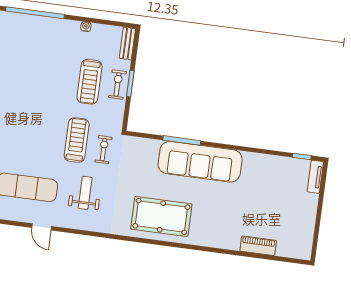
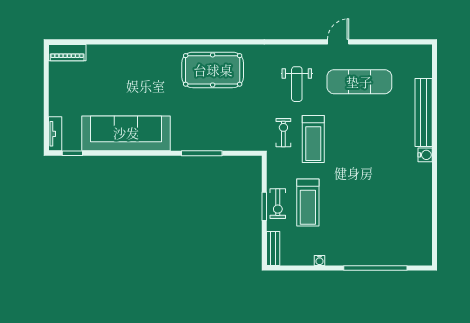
treadmill: (89, 82) -> (308, 203), turned 180
exercise bike: (103, 150) -> (283, 133), turned 180
sofa: (200, 162) -> (126, 133), moved
door: (42, 227) -> (338, 42), hinge flipped
piano: (258, 246) -> (67, 53), moved

